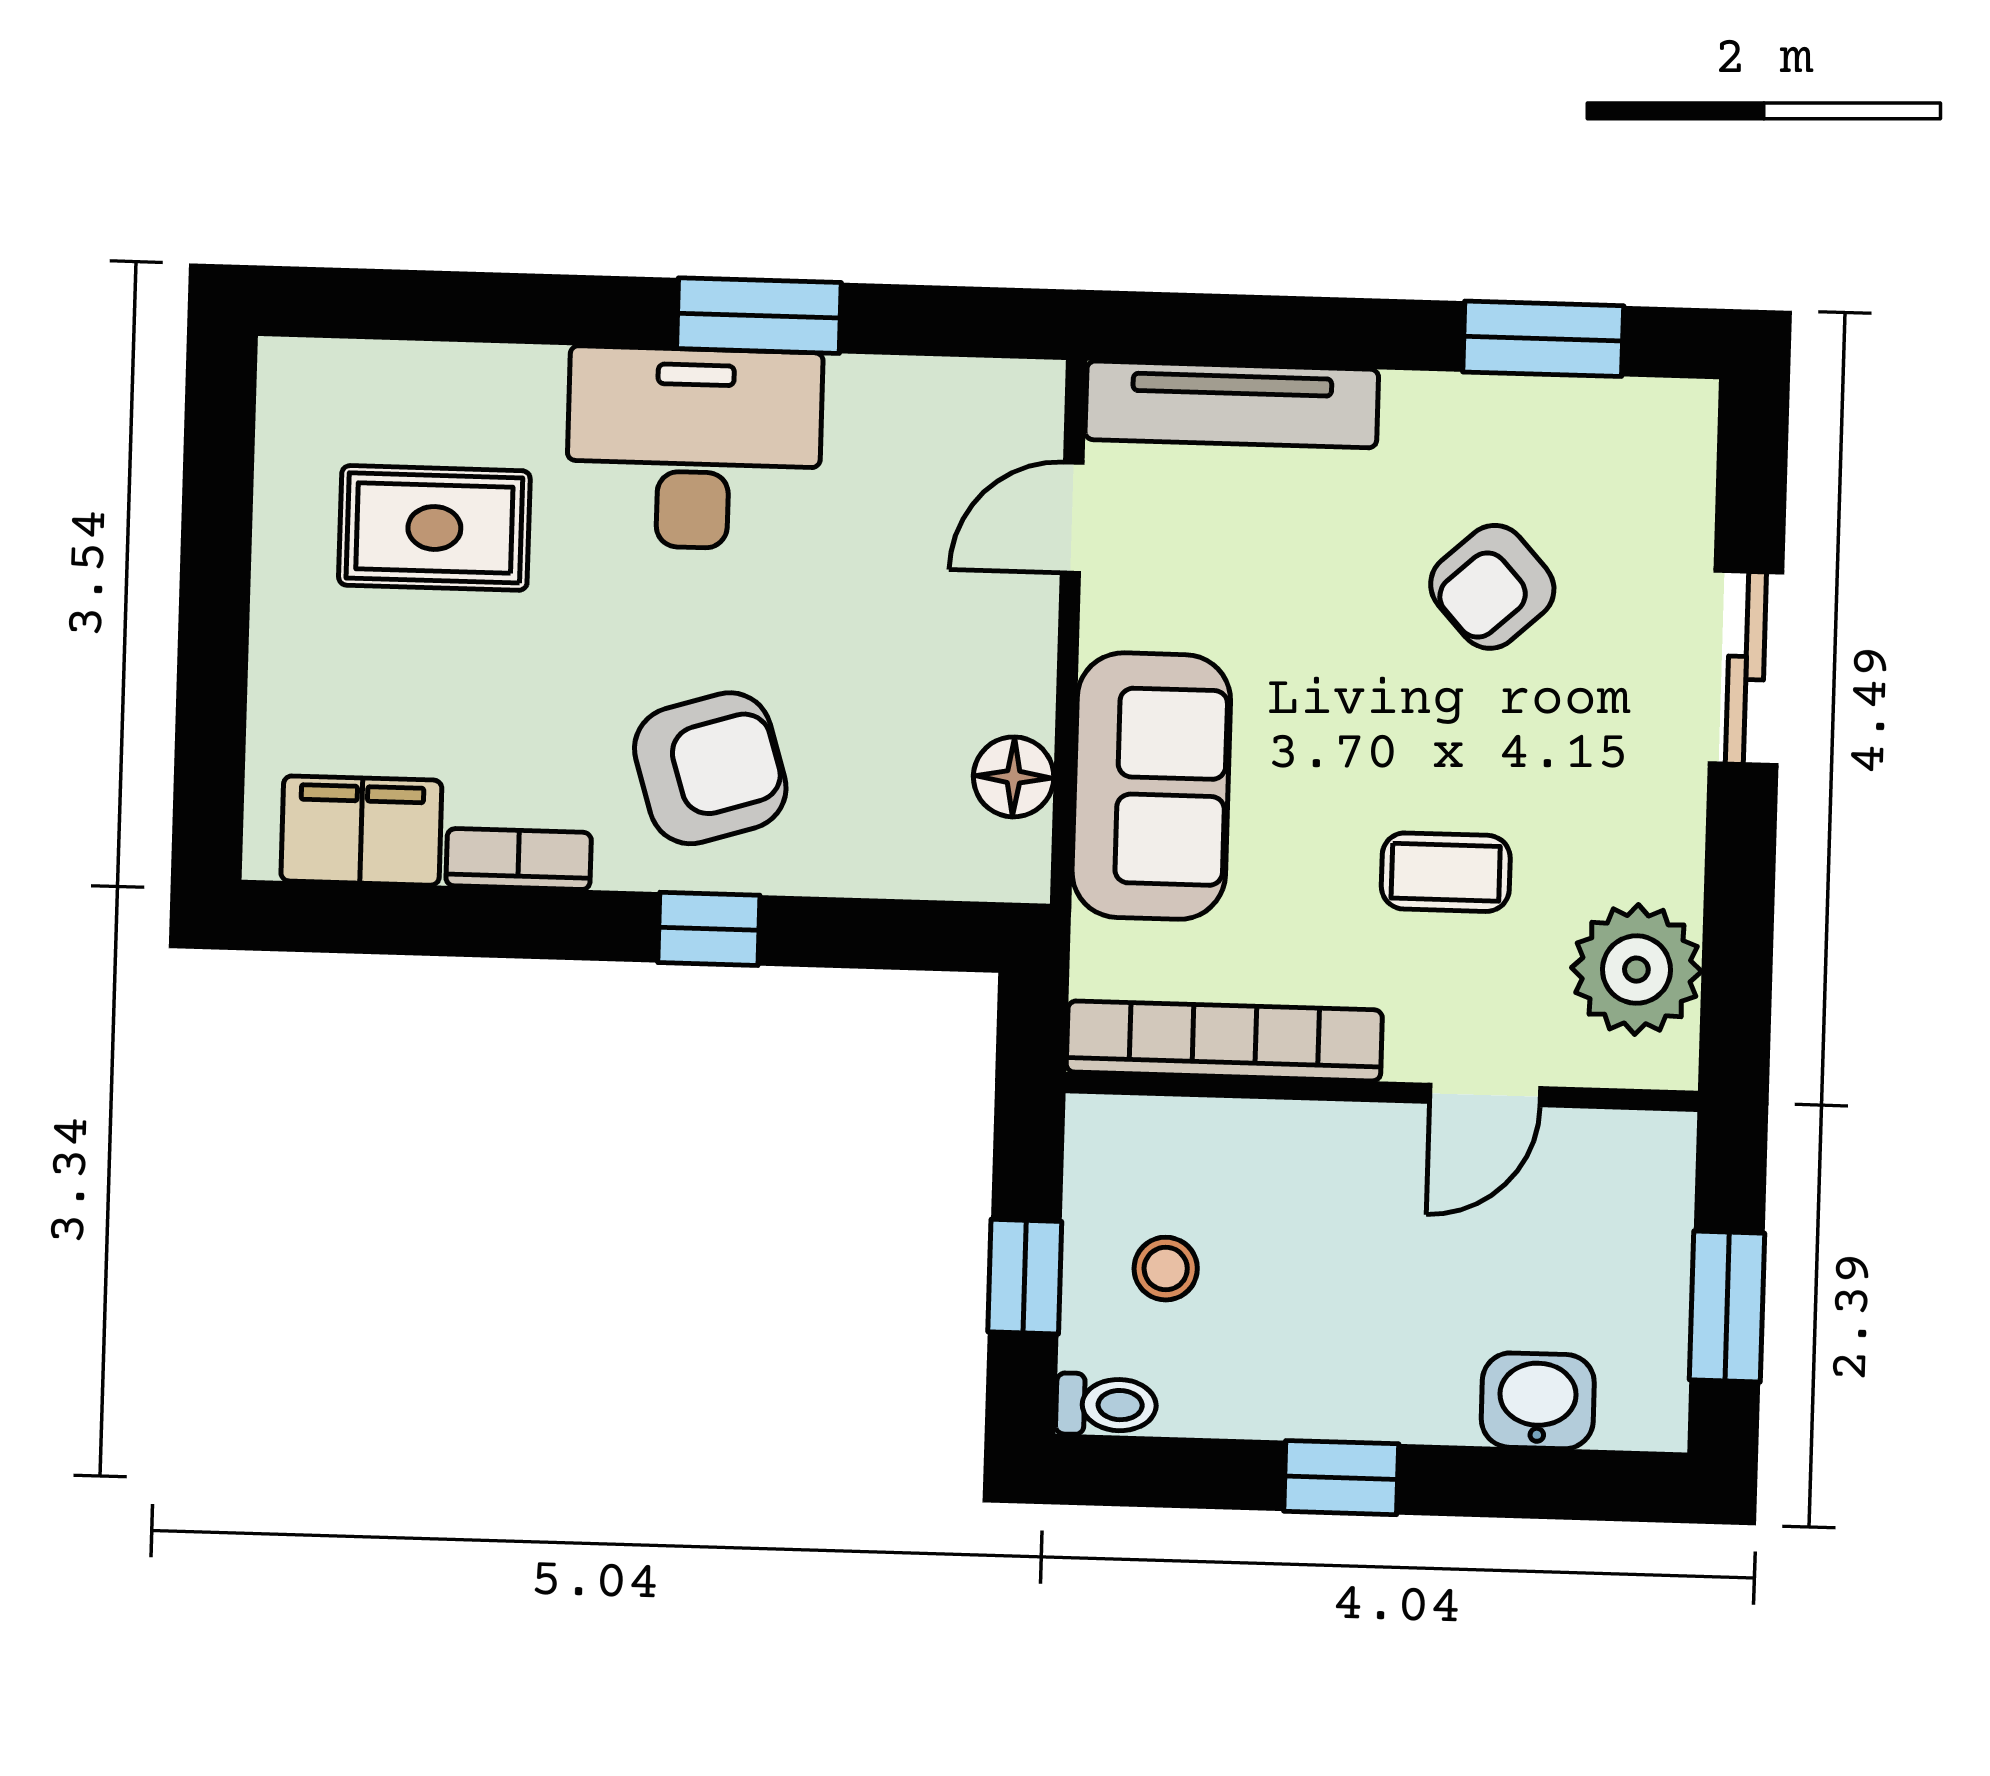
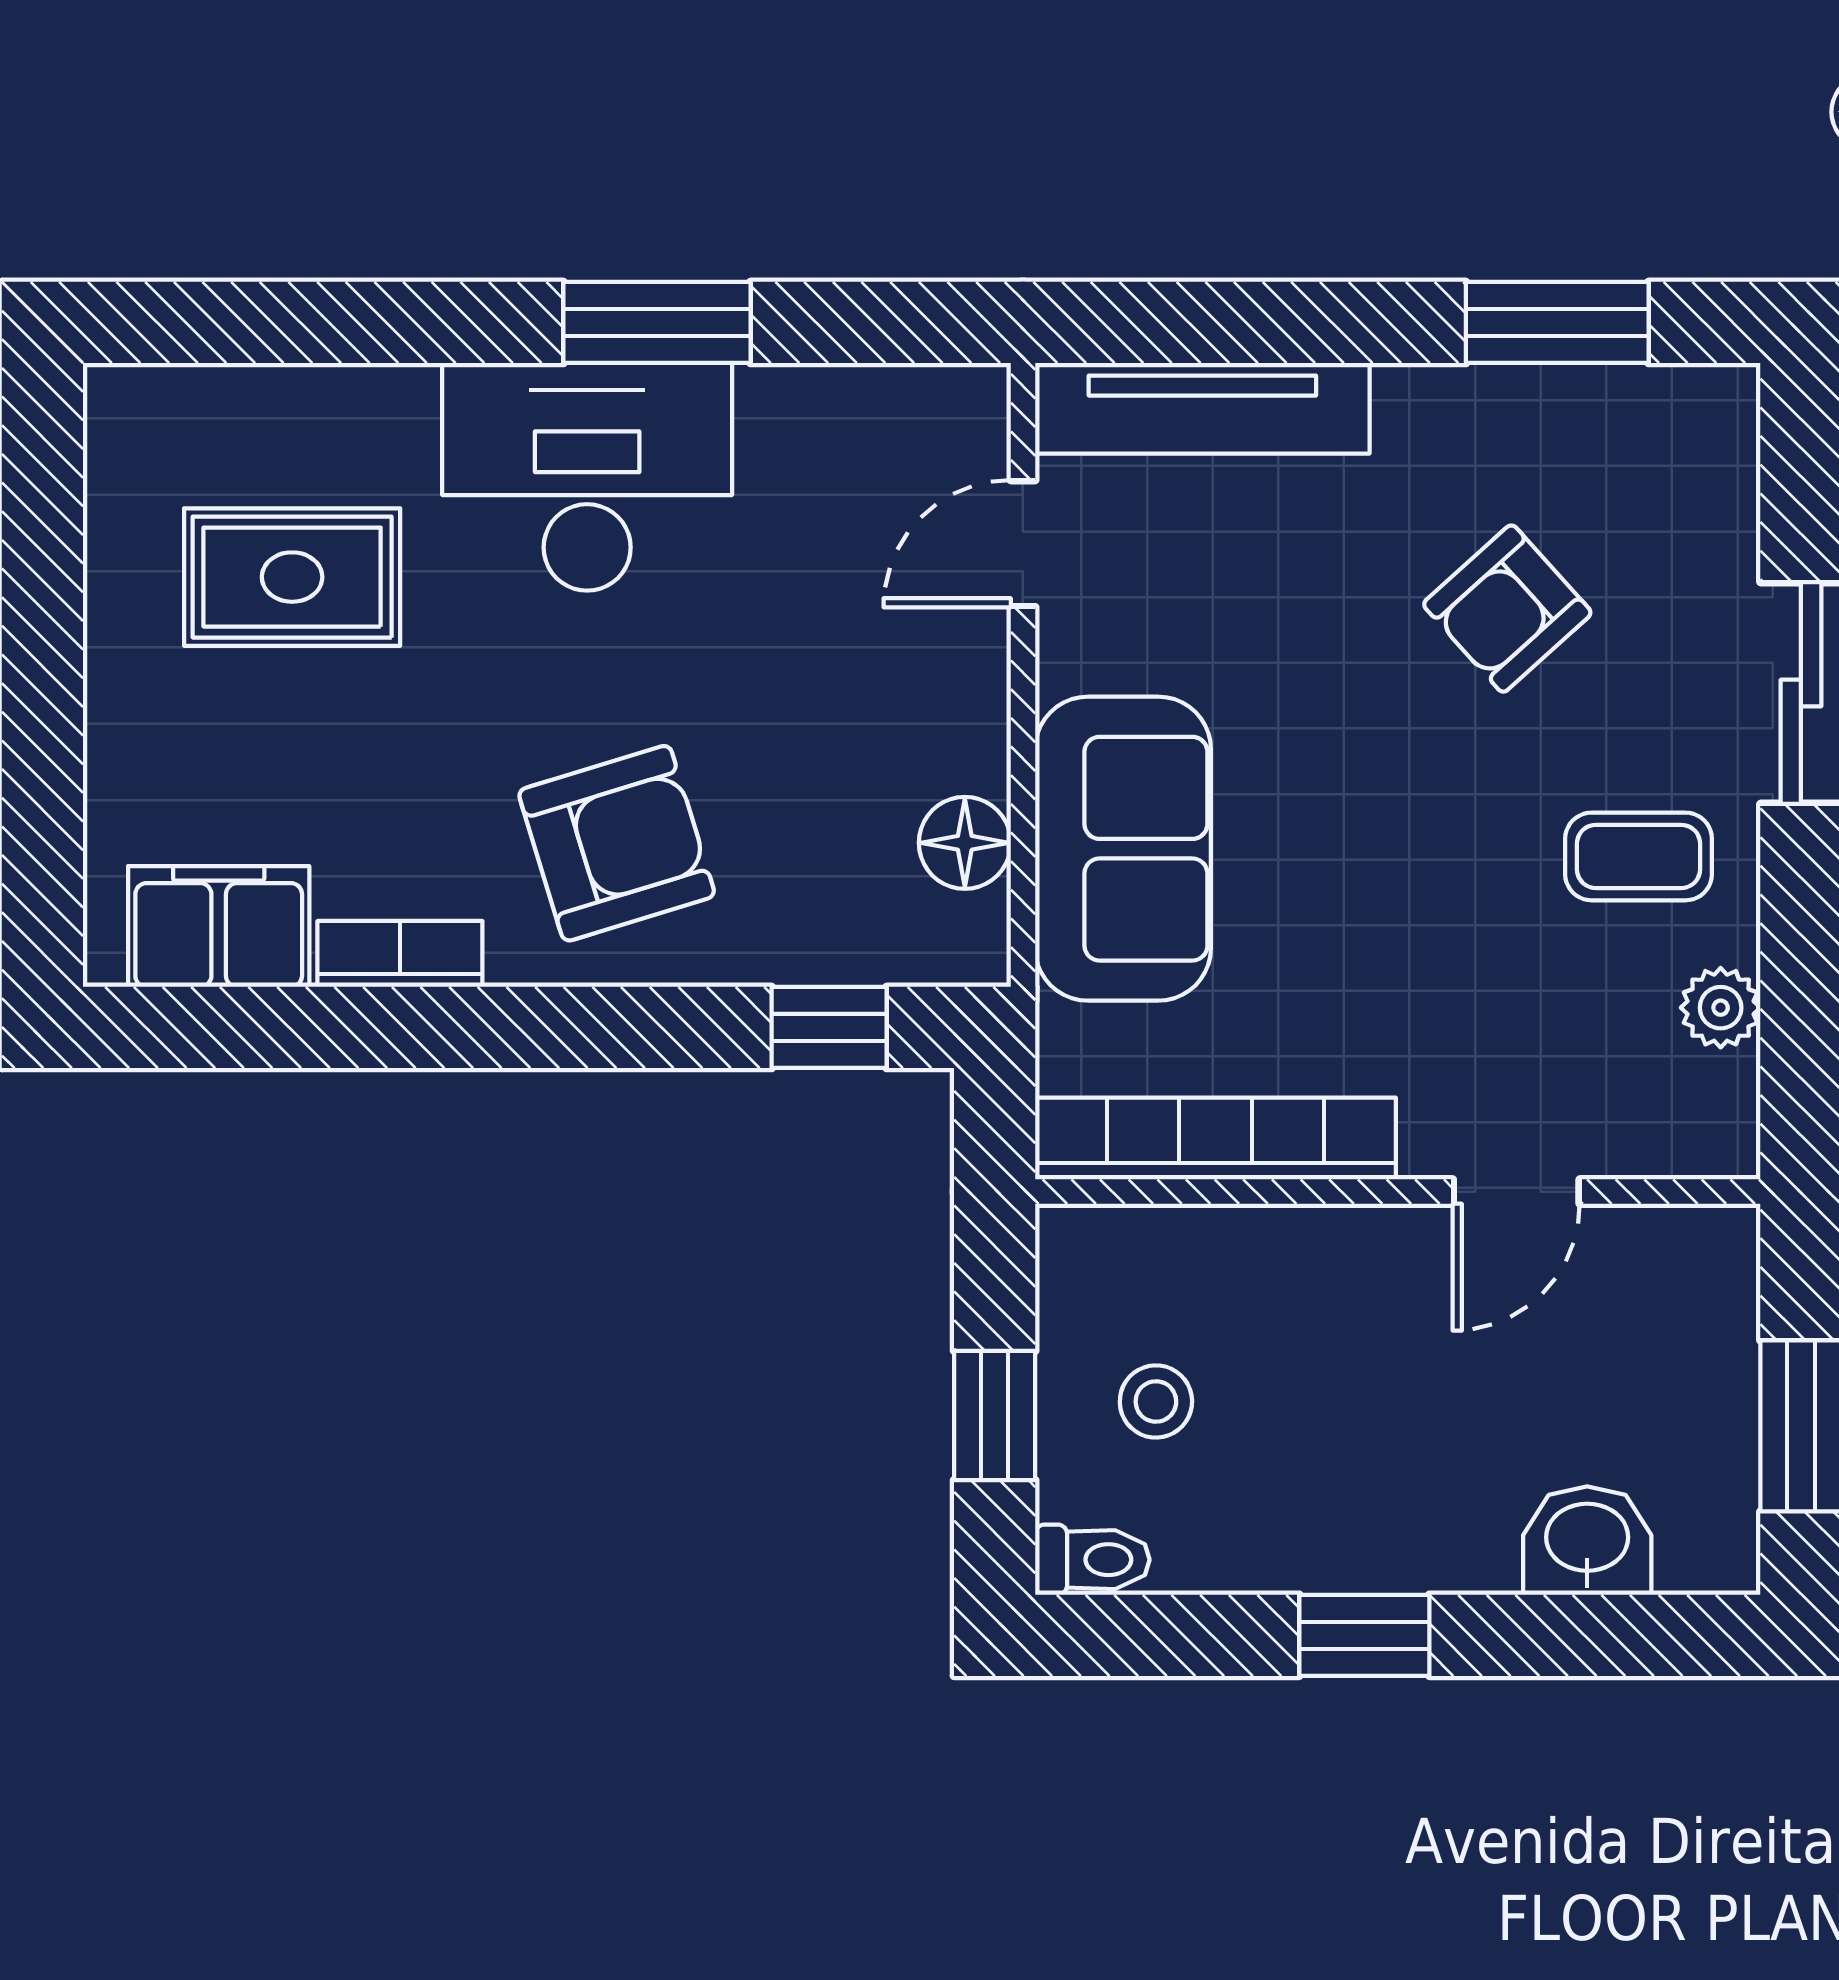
coffee table: (1446, 872) -> (1639, 856), moved
window: (709, 929) -> (829, 1027), moved
plant: (1636, 970) -> (1721, 1008), width x0.53, depth x0.53

